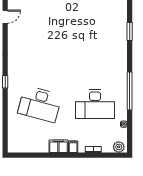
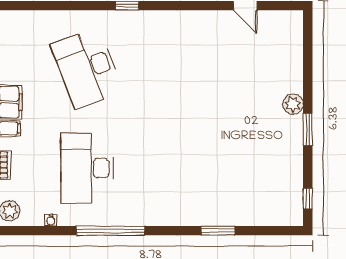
desk: (40, 104) -> (87, 68), turned -36

